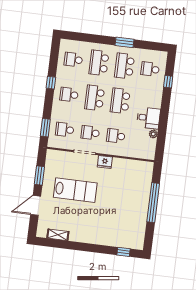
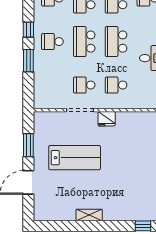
window: (45, 128) -> (28, 61), moved
school desk: (65, 130) -> (52, 85), removed
shelving: (58, 235) -> (89, 215), moved

